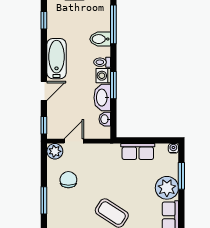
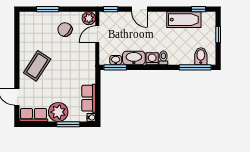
bidet: (100, 39) -> (201, 56), moved
bathtub: (57, 59) -> (184, 20), moved
window: (113, 85) -> (115, 67), moved
door: (74, 141) -> (97, 34), swing flipped
row of seats: (138, 151) -> (89, 98), moved
chair: (68, 180) -> (65, 30), turned -142

